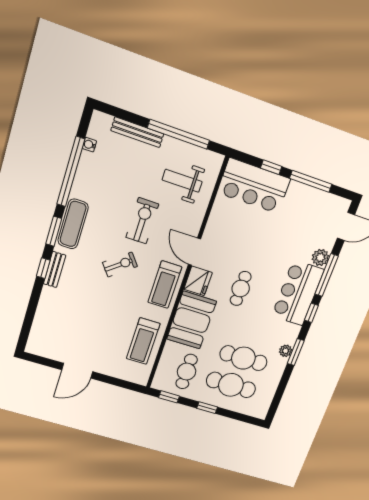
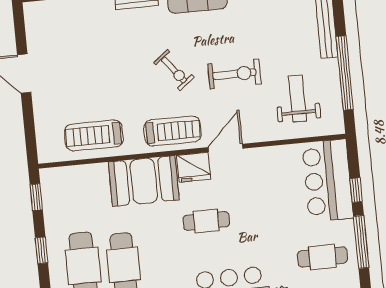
treadmill: (165, 285) -> (173, 131), turned 180
cafe table: (187, 372) -> (322, 257), moved

